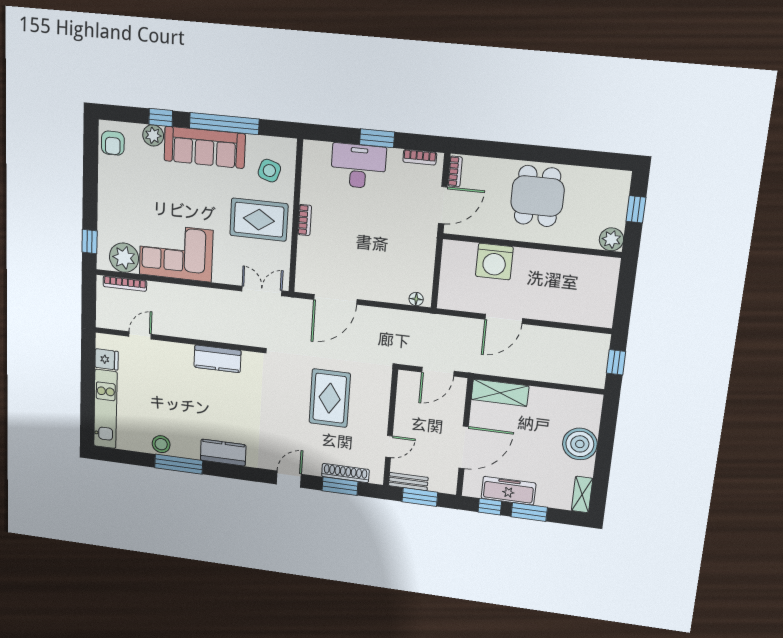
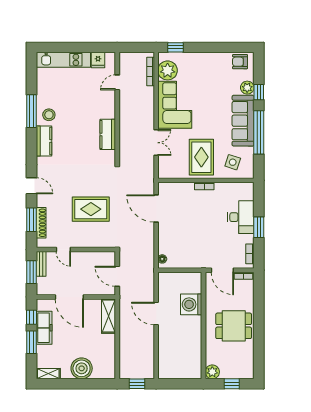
double door: (262, 291) -> (156, 143), moved
door: (140, 335) -> (117, 82), swing flipped
stool: (161, 444) -> (49, 115), moved

